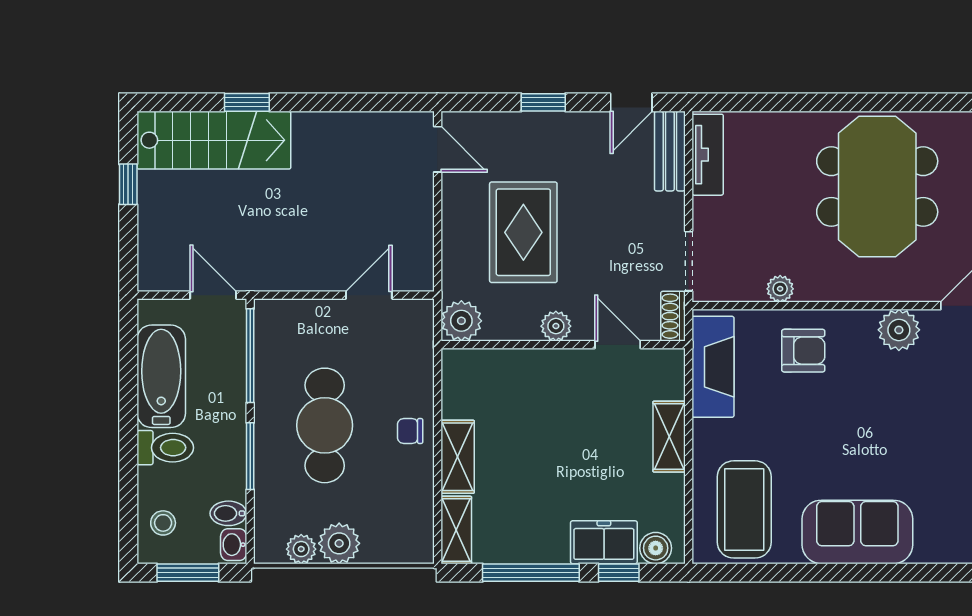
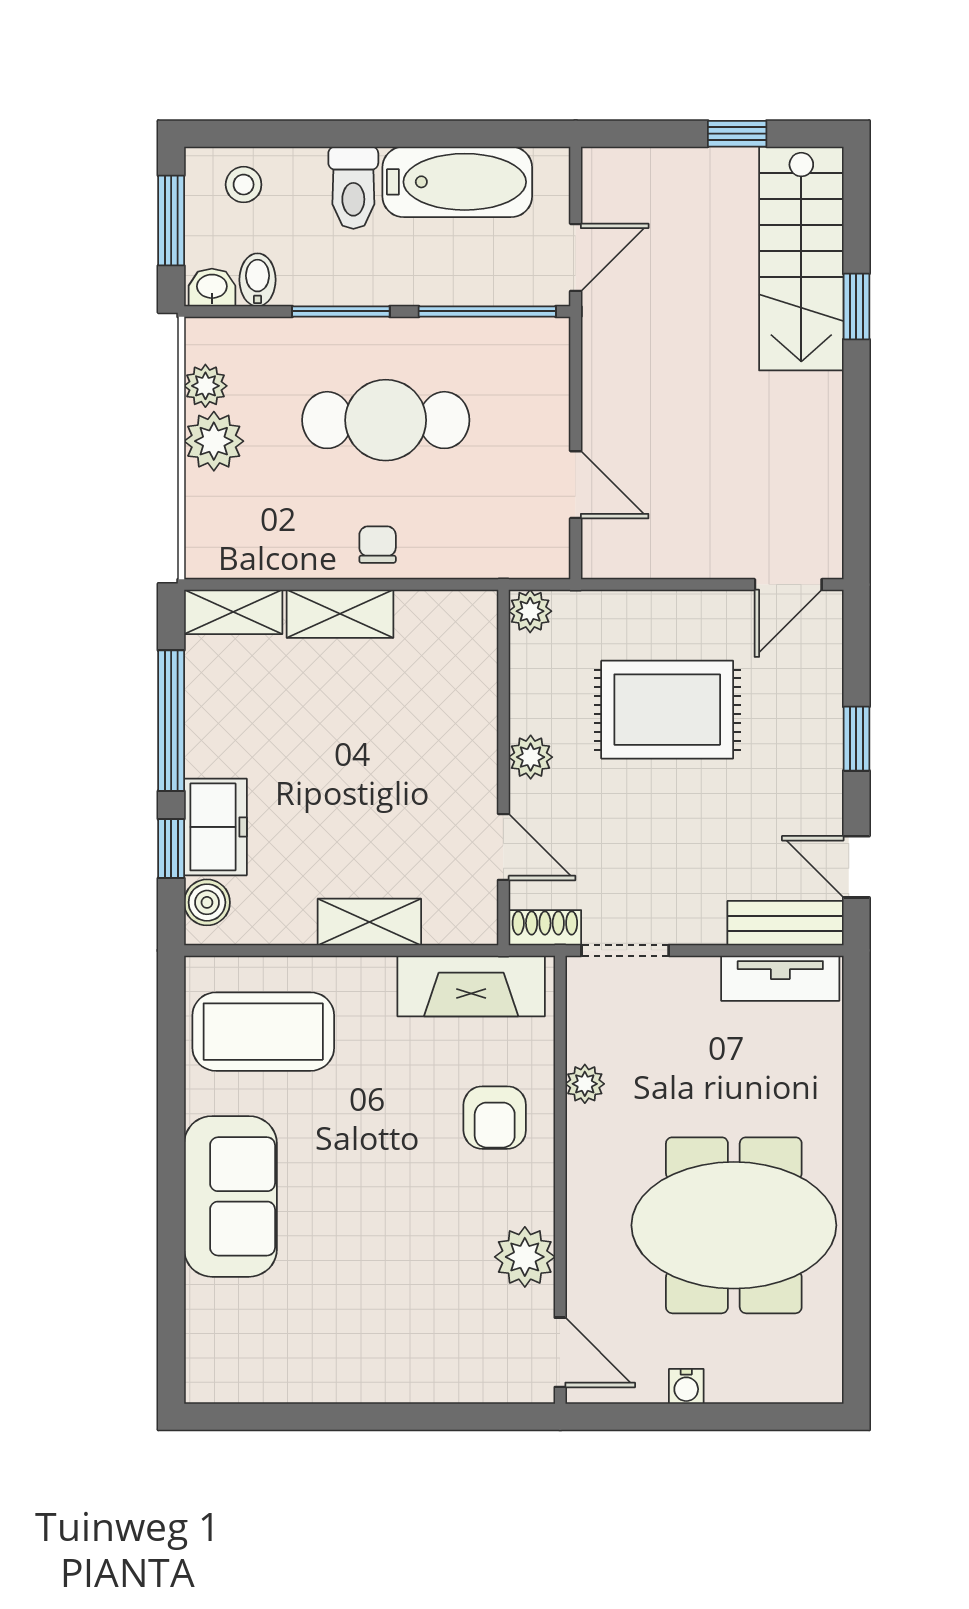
plant: (461, 321) -> (530, 611), width x0.73, depth x0.73
door: (618, 345) -> (503, 847), hinge flipped

